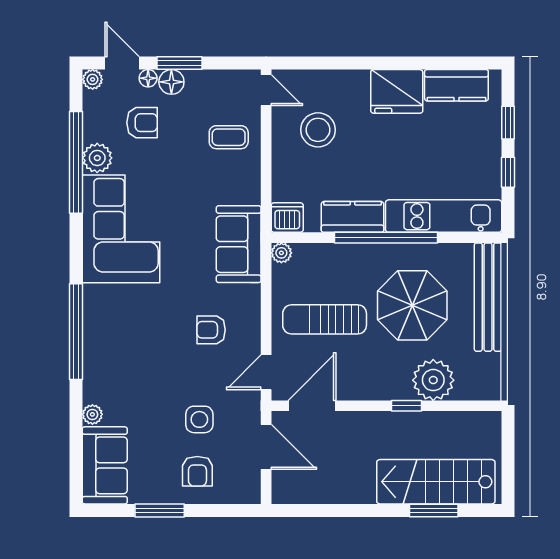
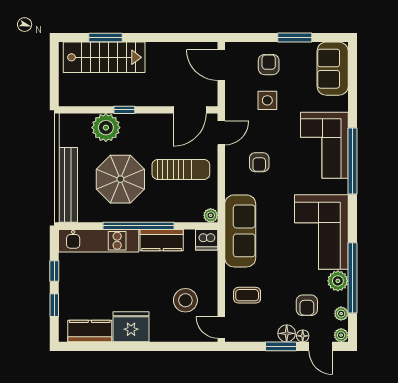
armchair: (142, 123) -> (307, 305), turned -90
sofa: (239, 244) -> (240, 231), width x1.36
armchair: (211, 330) -> (259, 162), turned 90
corner sofa: (117, 354) -> (324, 145), added
plant: (92, 414) -> (341, 314), moved
door: (266, 447) -> (221, 65), moved

